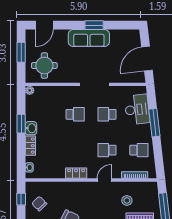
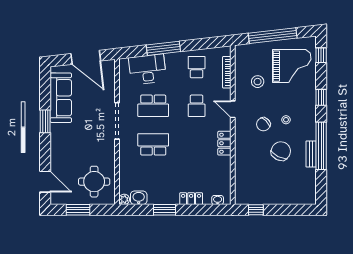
sofa: (89, 38) -> (61, 98), moved
school desk: (75, 114) -> (153, 144), width x1.85
school desk: (107, 114) -> (153, 106), width x1.85
washbasin: (31, 128) -> (139, 198), moved
chair: (39, 204) -> (263, 124), moved

